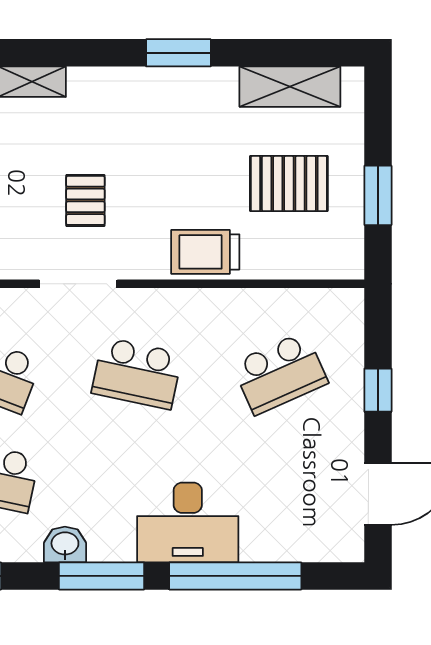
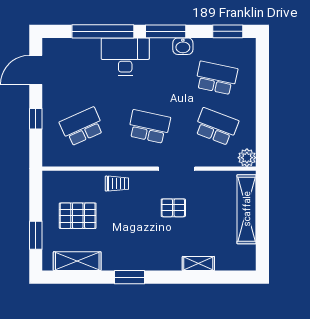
window: (378, 195) -> (36, 235), moved
pallet: (85, 200) -> (173, 208), turned 90
trolley: (205, 252) -> (117, 184), width x0.73, depth x0.72

